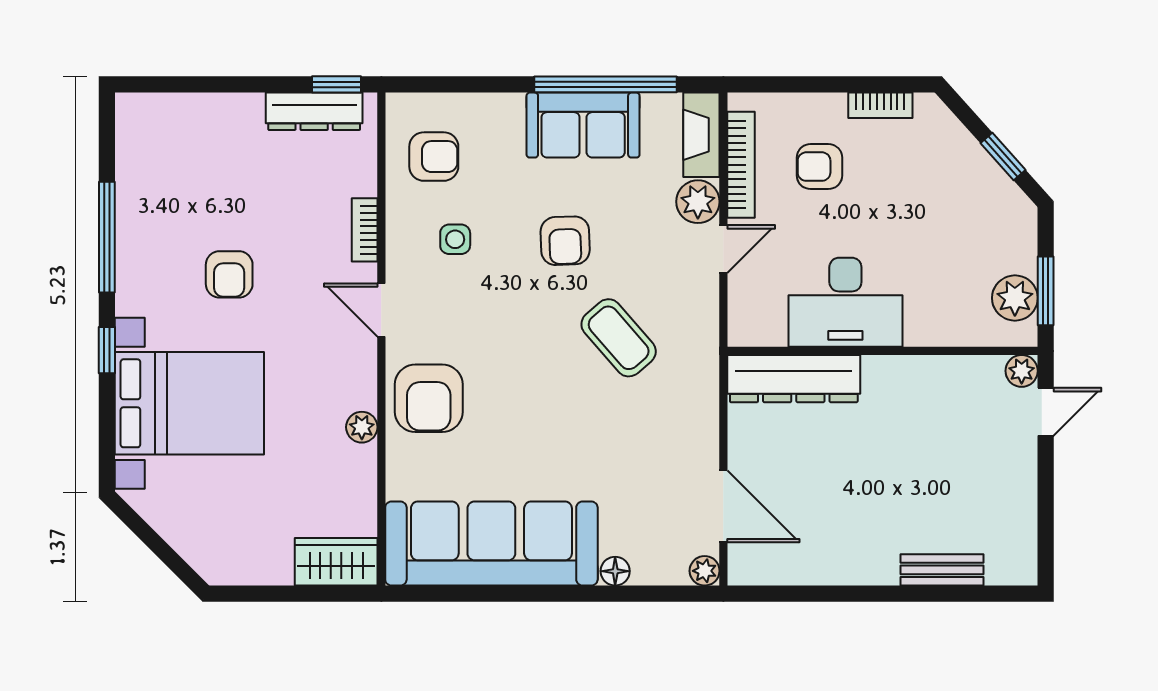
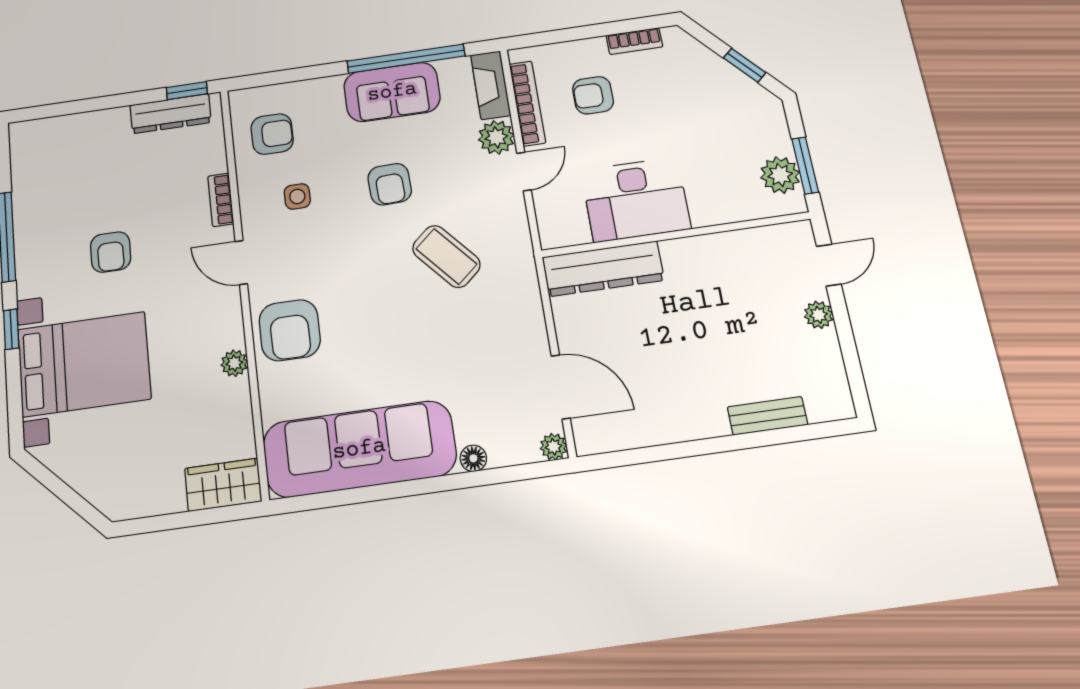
plant: (1022, 371) -> (819, 315), moved

